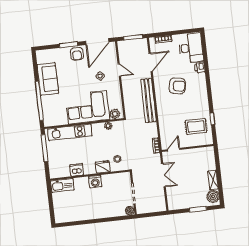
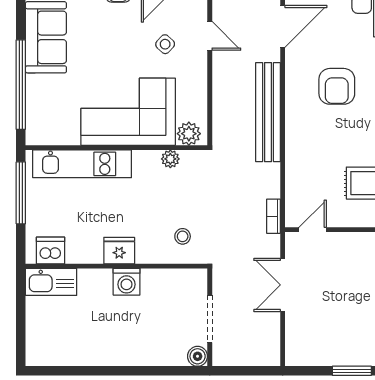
armchair: (177, 86) -> (337, 86), turned 80
fridge: (103, 167) -> (119, 251), moved
dishwasher: (77, 170) -> (50, 250), moved
double door: (163, 175) -> (283, 285), swing flipped

